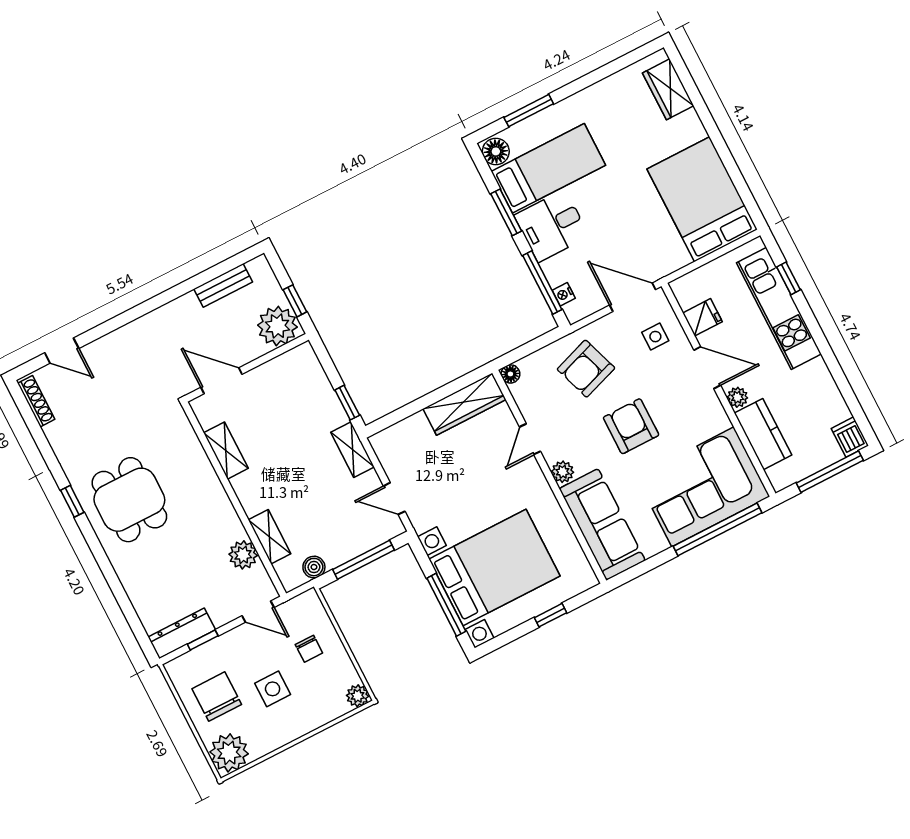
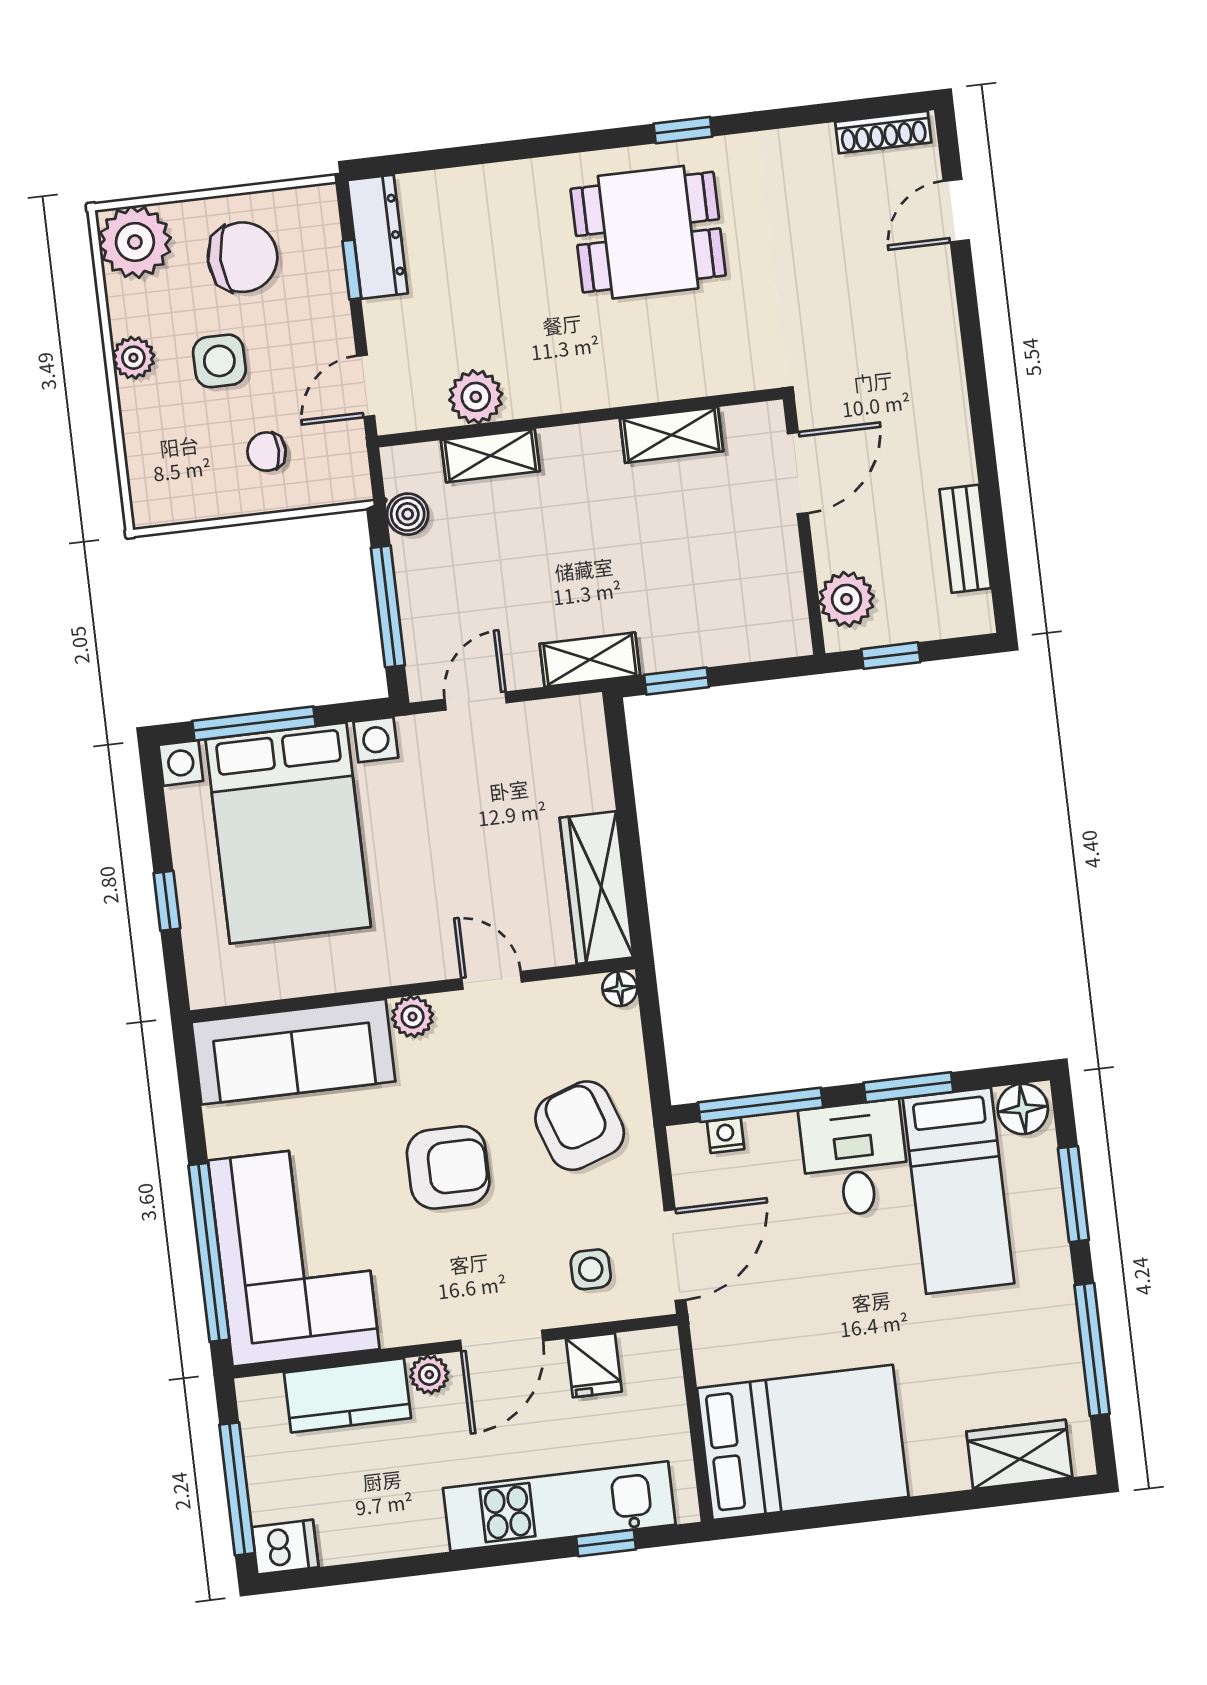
window: (603, 73) -> (1092, 1350), added
plant: (277, 326) -> (847, 599), width x0.73, depth x0.73
plant: (358, 696) -> (133, 358), moved

